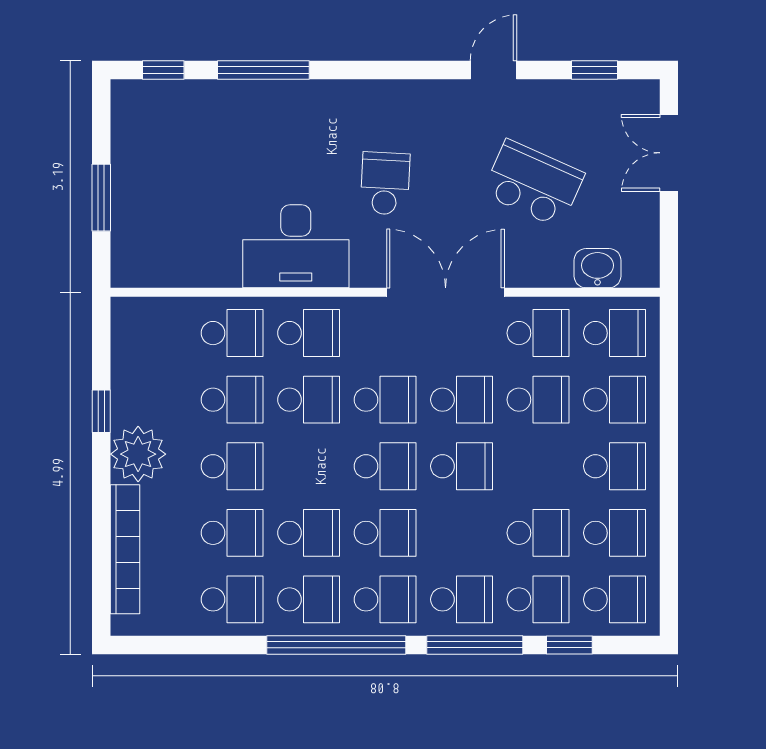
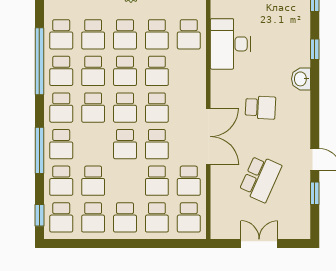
window: (263, 70) -> (315, 49), width x0.46
window: (594, 70) -> (315, 193), moved
double door: (669, 153) -> (259, 243), moved
desk: (296, 246) -> (230, 44), moved
washbasin: (598, 268) -> (301, 79), moved, turned 180
school desk: (309, 333) -> (125, 71), moved
window: (336, 645) -> (39, 61), moved
window: (569, 645) -> (39, 215), moved

